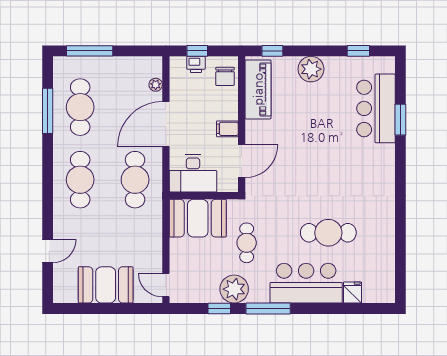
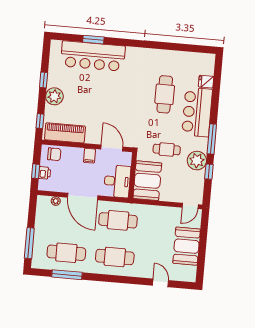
window: (358, 51) -> (44, 80), moved
bar counter: (376, 108) -> (93, 56), width x1.36

